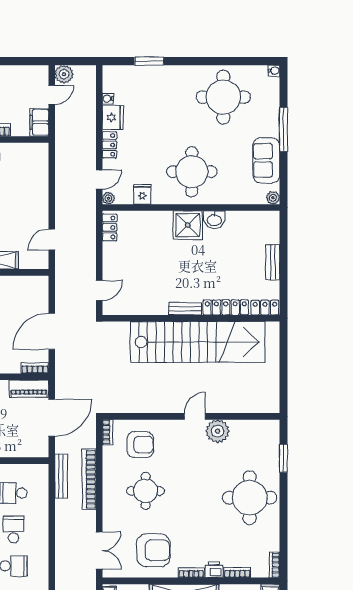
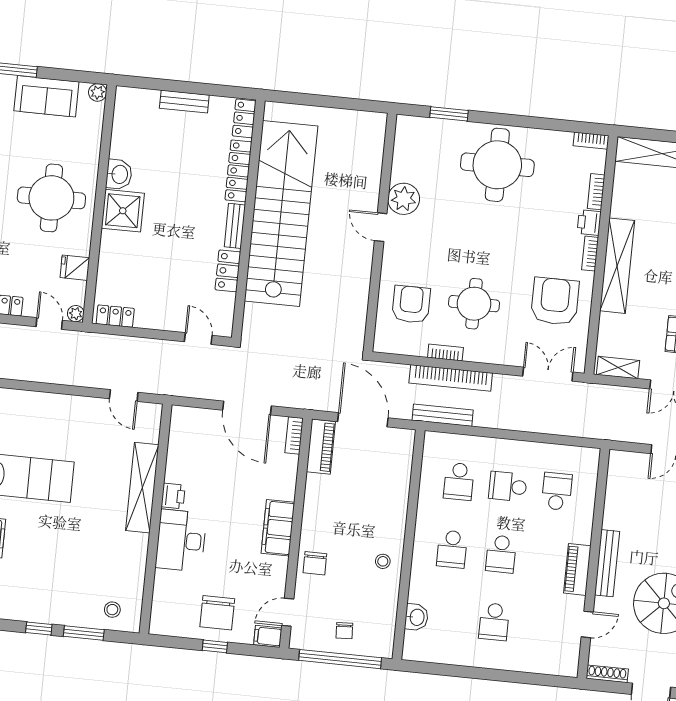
locker: (151, 307) -> (228, 271), added
bookcase: (107, 432) -> (445, 352), moved

